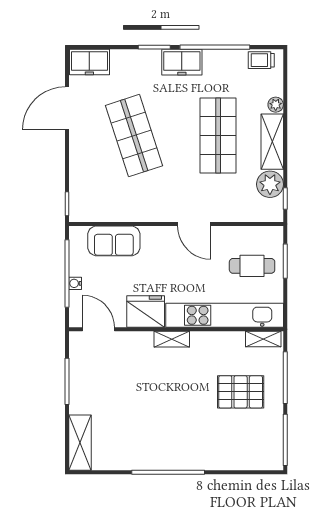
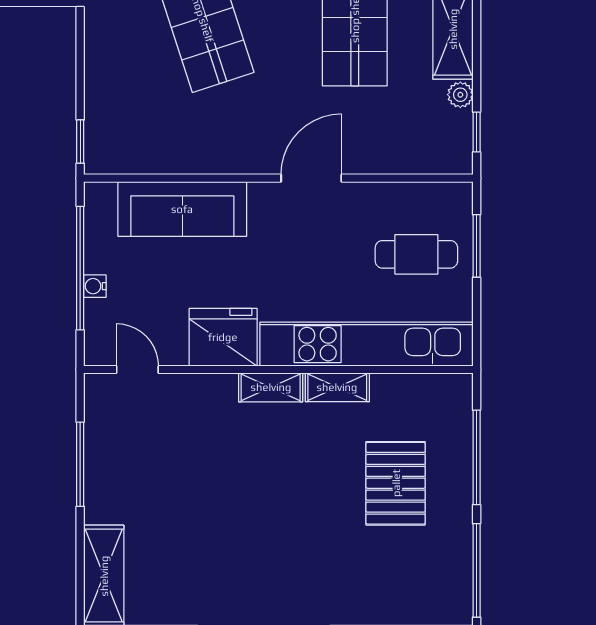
plant: (270, 184) -> (460, 95), width x0.53, depth x0.53
door: (194, 224) -> (311, 178), swing flipped
sofa: (114, 241) -> (182, 209), width x1.36
door: (98, 329) -> (137, 370), width x0.73
shelving: (263, 339) -> (337, 387), moved
pallet: (241, 392) -> (396, 483), turned 90

